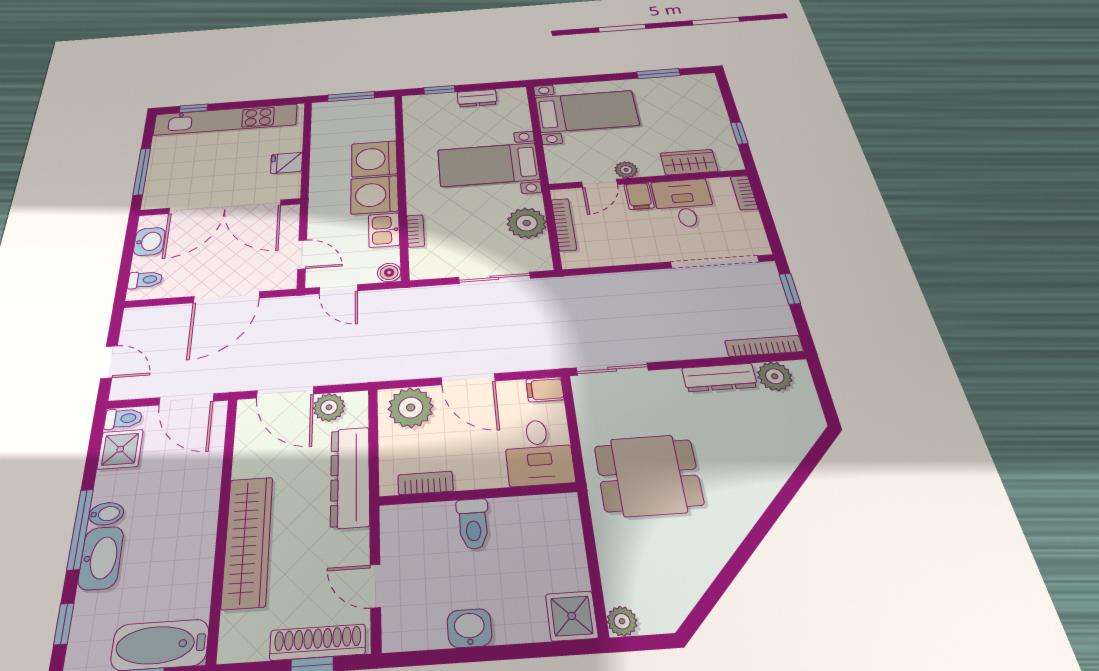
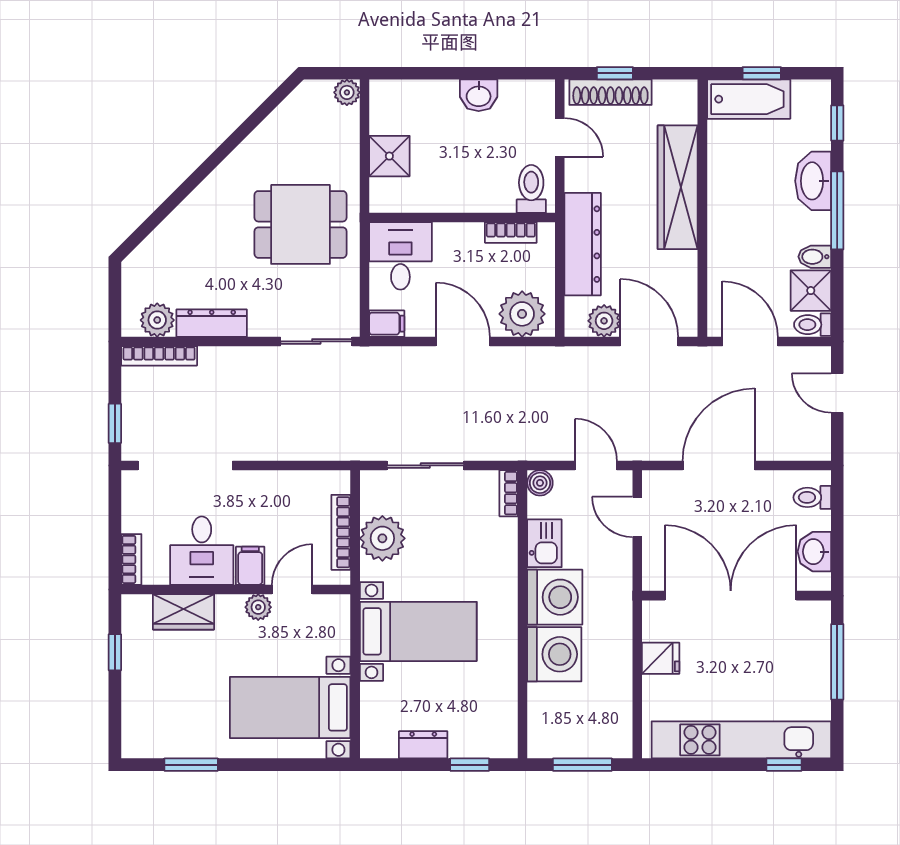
bookcase: (416, 231) -> (509, 493), moved
bidet: (106, 514) -> (815, 257), moved
toilet: (473, 524) -> (531, 189), moved
shower: (572, 616) -> (389, 156), moved

